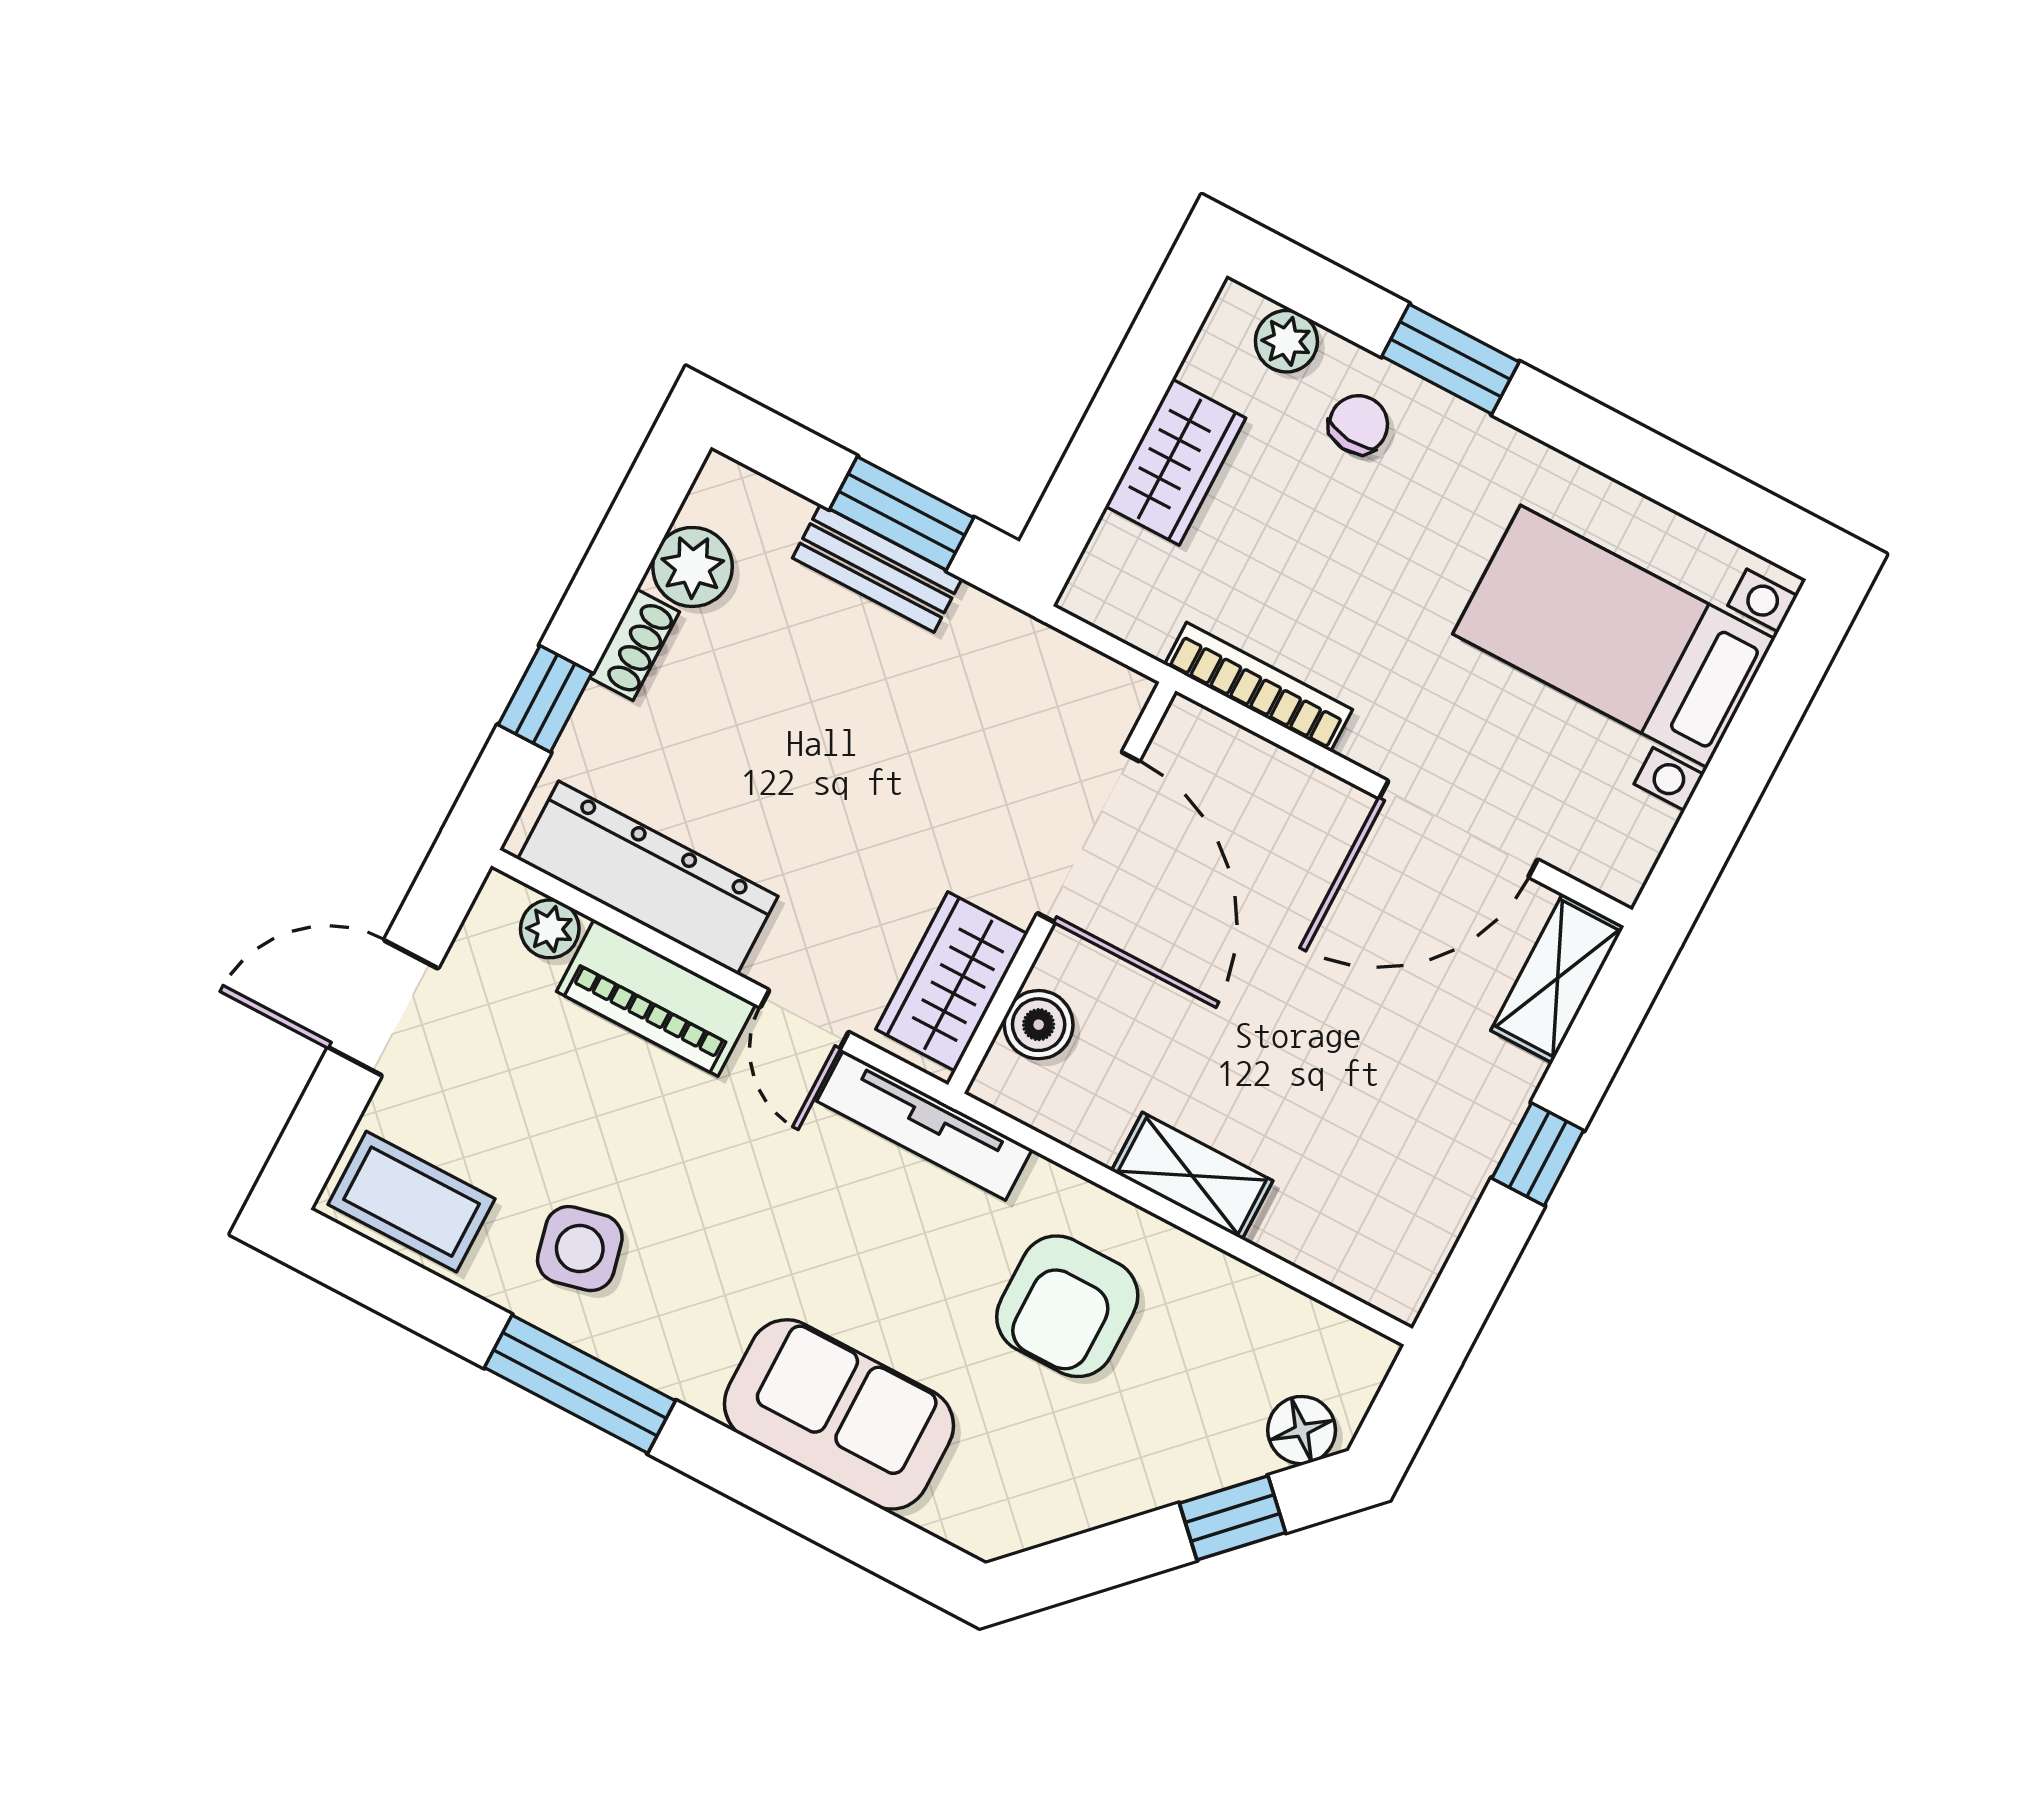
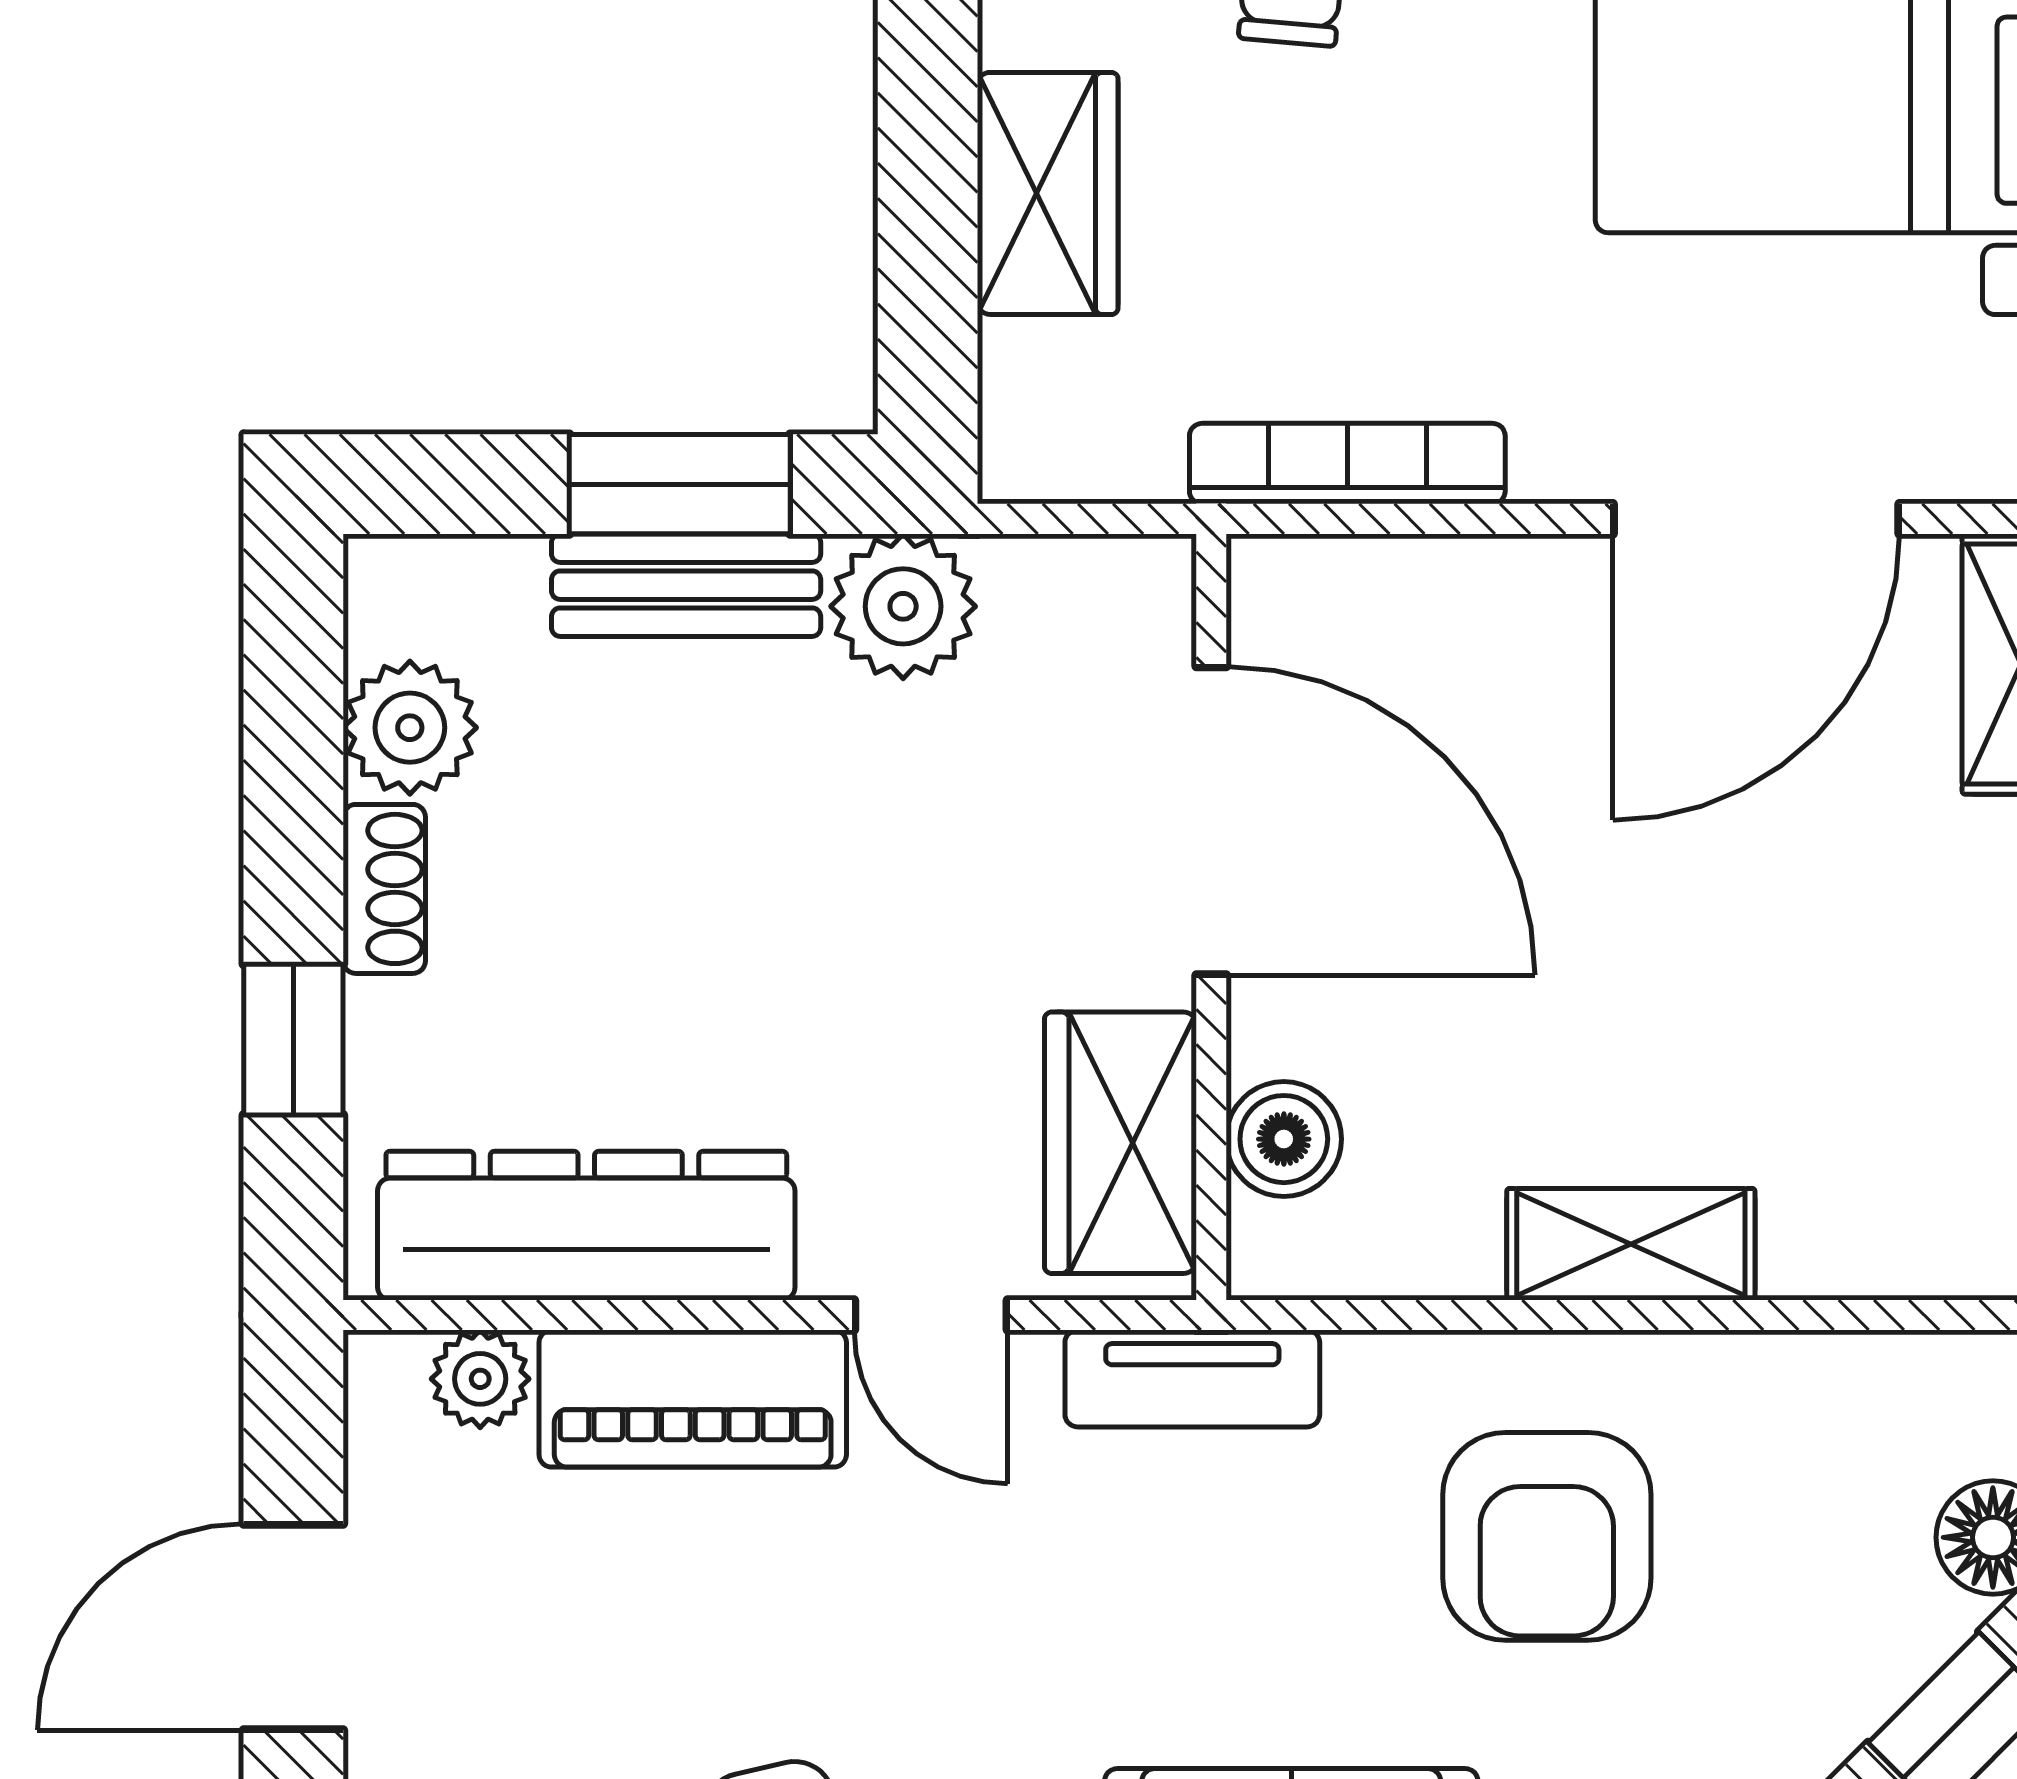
plant: (985, 639) -> (903, 606), added
tv unit: (924, 1125) -> (1192, 1378), width x0.71

